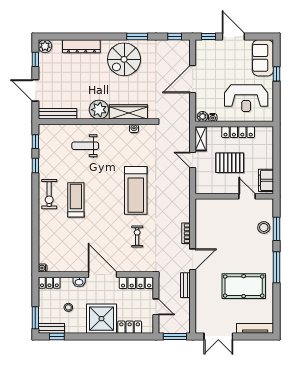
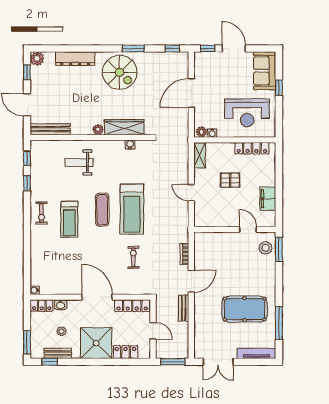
spiral stairs: (124, 59) -> (120, 72), turned -90
plant: (99, 110) -> (98, 129), width x0.53, depth x0.53
locker: (238, 132) -> (252, 148), moved
door: (193, 160) -> (191, 193), moved
pallet: (230, 163) -> (230, 180), width x0.67, depth x0.71
exercise mat: (107, 191) -> (102, 210), added
exercise bike: (49, 194) -> (41, 213), width x0.73, depth x0.72
wall: (234, 196) -> (235, 229), moved
door: (247, 196) -> (248, 229), moved
treadmill: (76, 200) -> (69, 219), turned 180
window: (277, 267) -> (279, 323), moved
washbasin: (79, 282) -> (61, 305), moved
bench: (51, 328) -> (58, 353), moved

